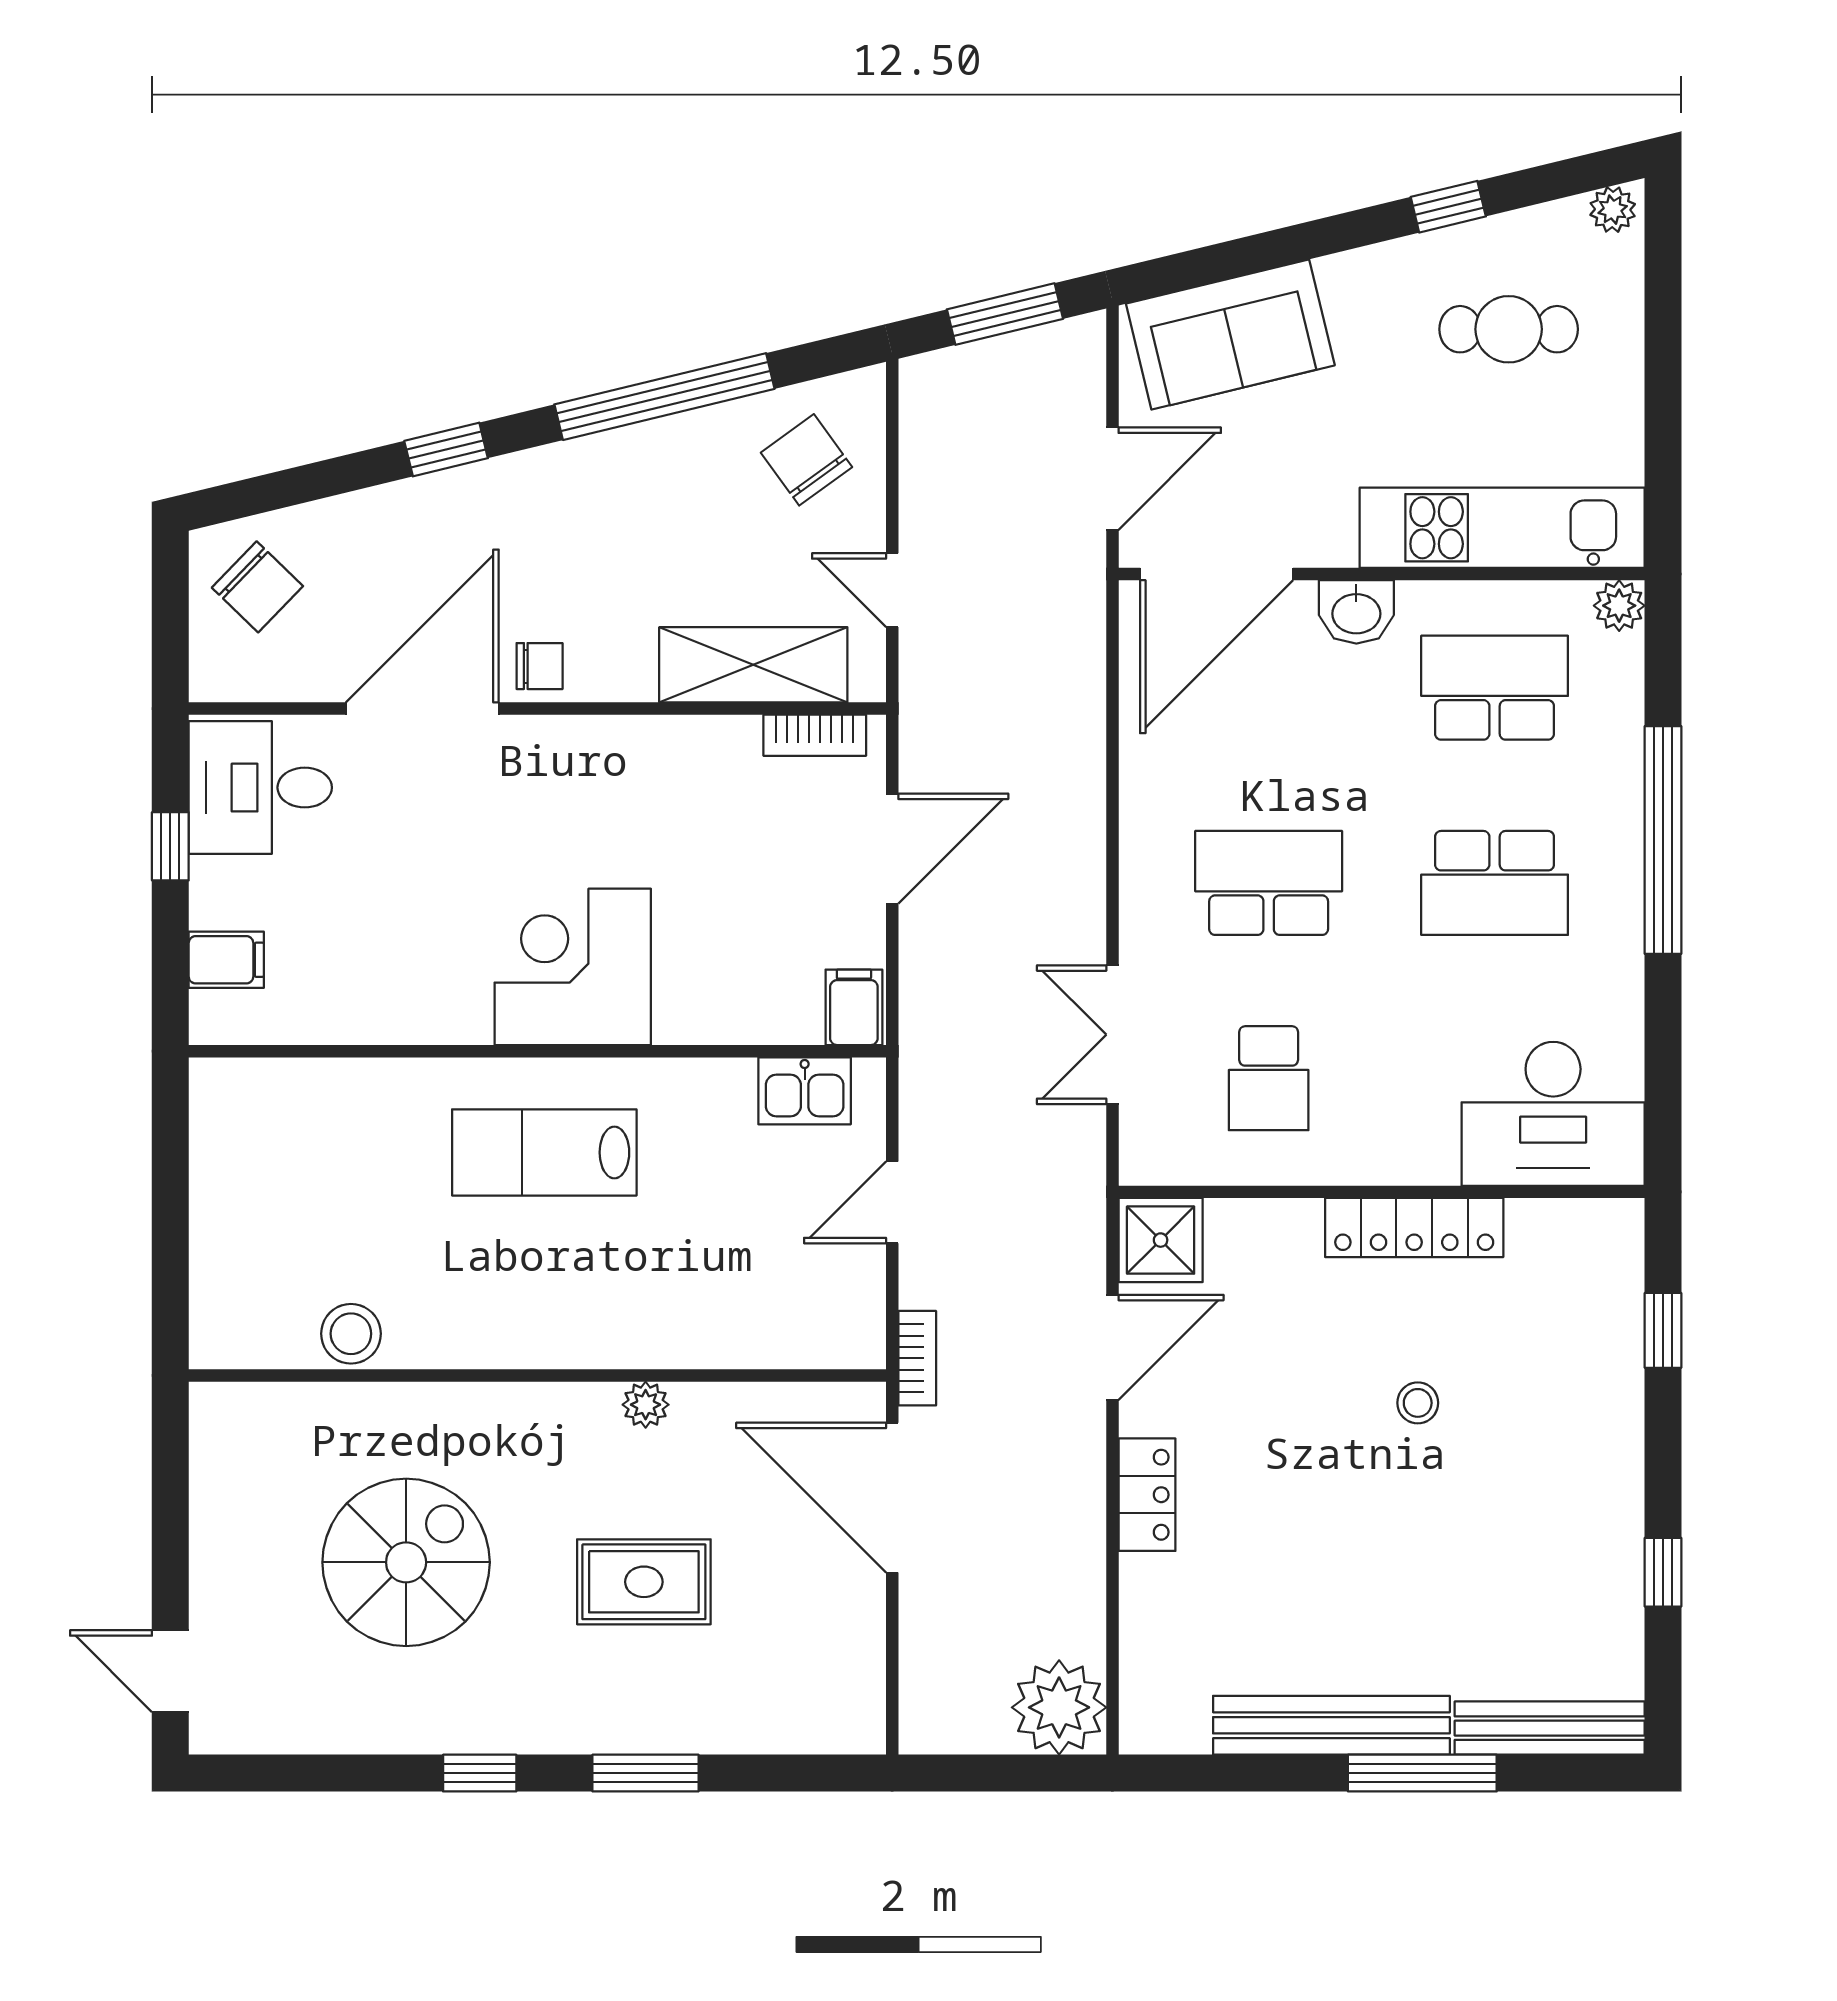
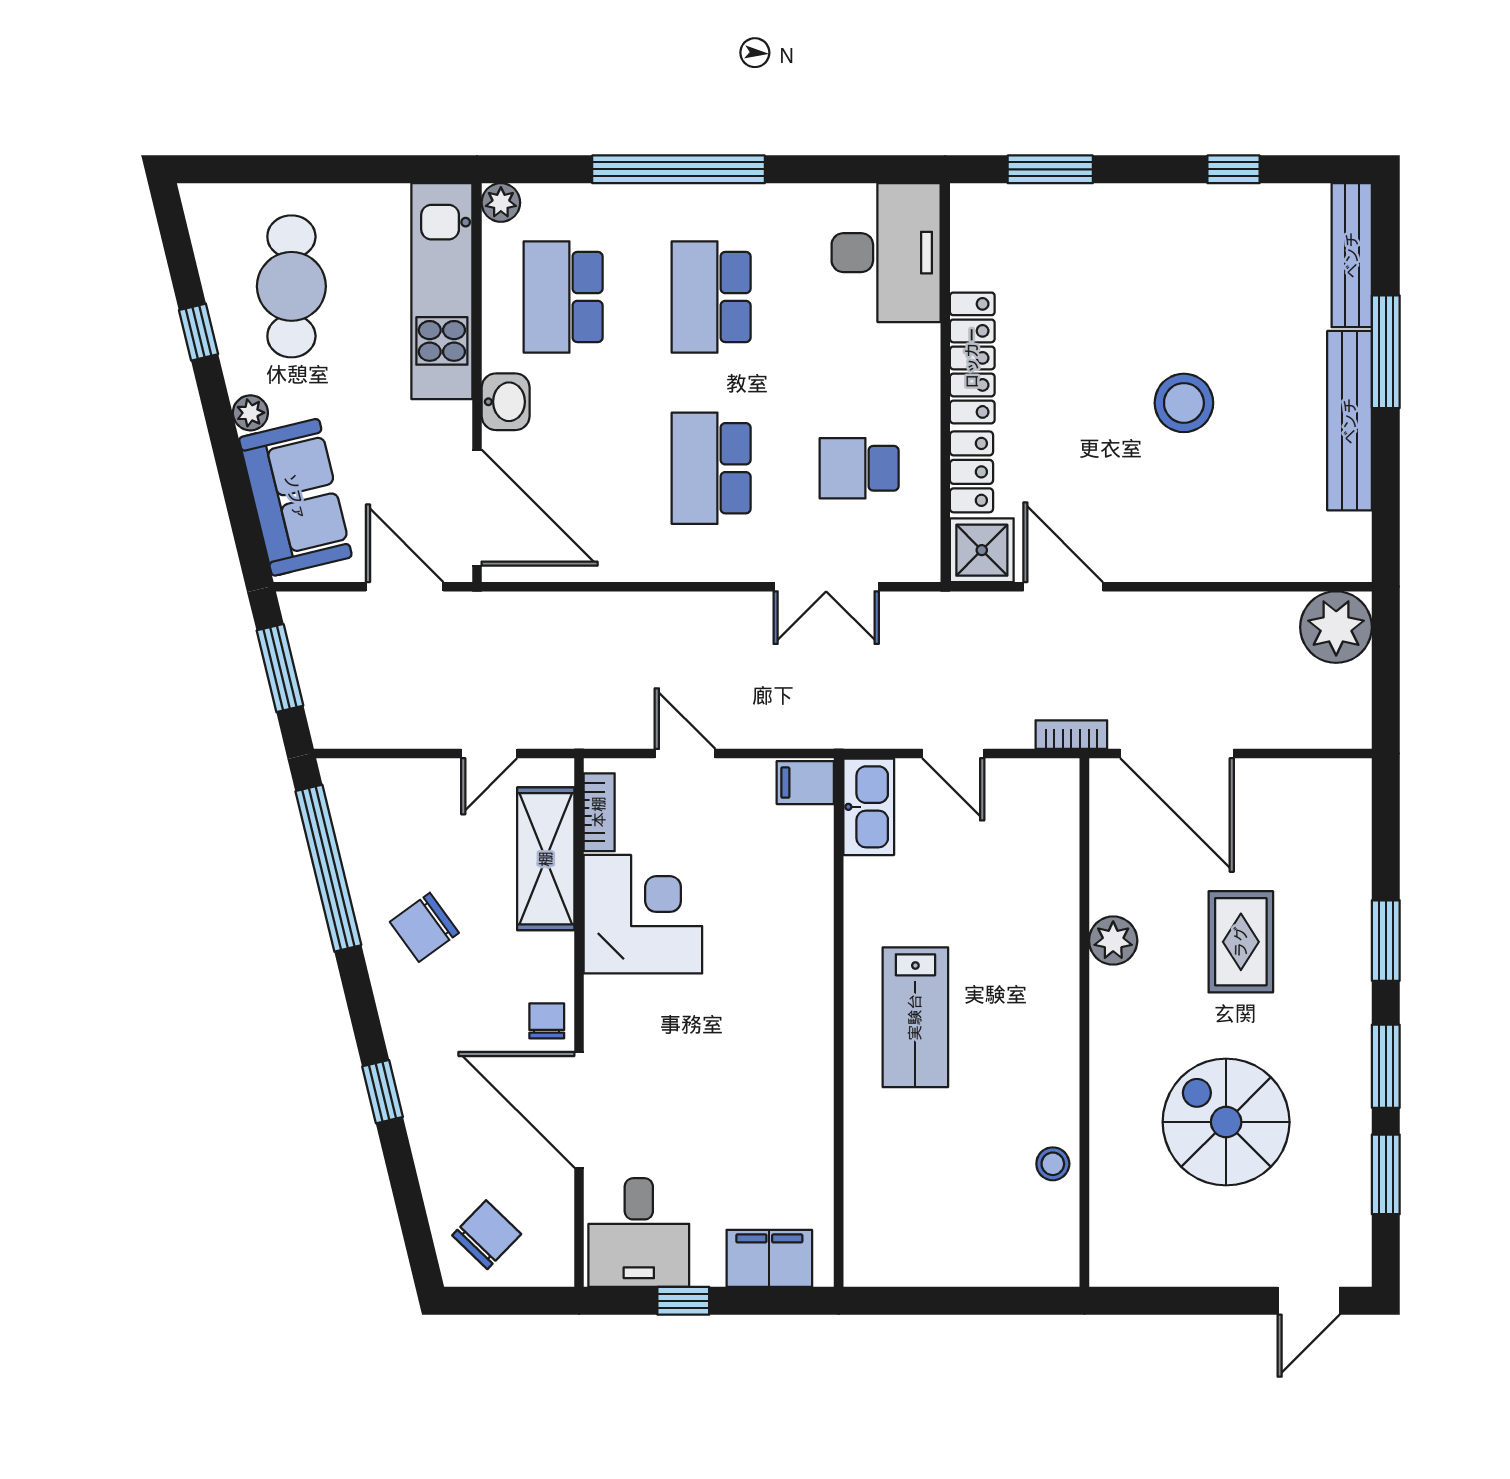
plant: (1613, 210) -> (250, 413), moved
cafe table: (1509, 329) -> (291, 286), width x1.37, depth x1.35
window: (665, 397) -> (328, 868), moved
chair: (806, 460) -> (424, 927), moved
door: (892, 849) -> (685, 754), width x0.73
school desk: (1495, 883) -> (711, 297), turned 180
filing cabinet: (226, 960) -> (769, 1258), width x2.00
corner desk: (573, 967) -> (643, 914), moved, turned 180
school desk: (1269, 1078) -> (859, 468), turned 180
kitchen sink: (805, 1091) -> (869, 807), width x1.38
window: (1663, 1330) -> (1050, 169), width x1.50
stool: (351, 1334) -> (1053, 1164), width x0.73, depth x0.73
stool: (1418, 1403) -> (1184, 403), moved, width x1.89, depth x1.89
plant: (646, 1405) -> (1113, 941), width x1.38, depth x1.38
locker: (1147, 1495) -> (971, 472), moved, turned 90
door: (892, 1498) -> (1177, 754), hinge flipped
window: (337, 1773) -> (1386, 1174), added
window: (480, 1773) -> (1386, 1066), width x1.50

